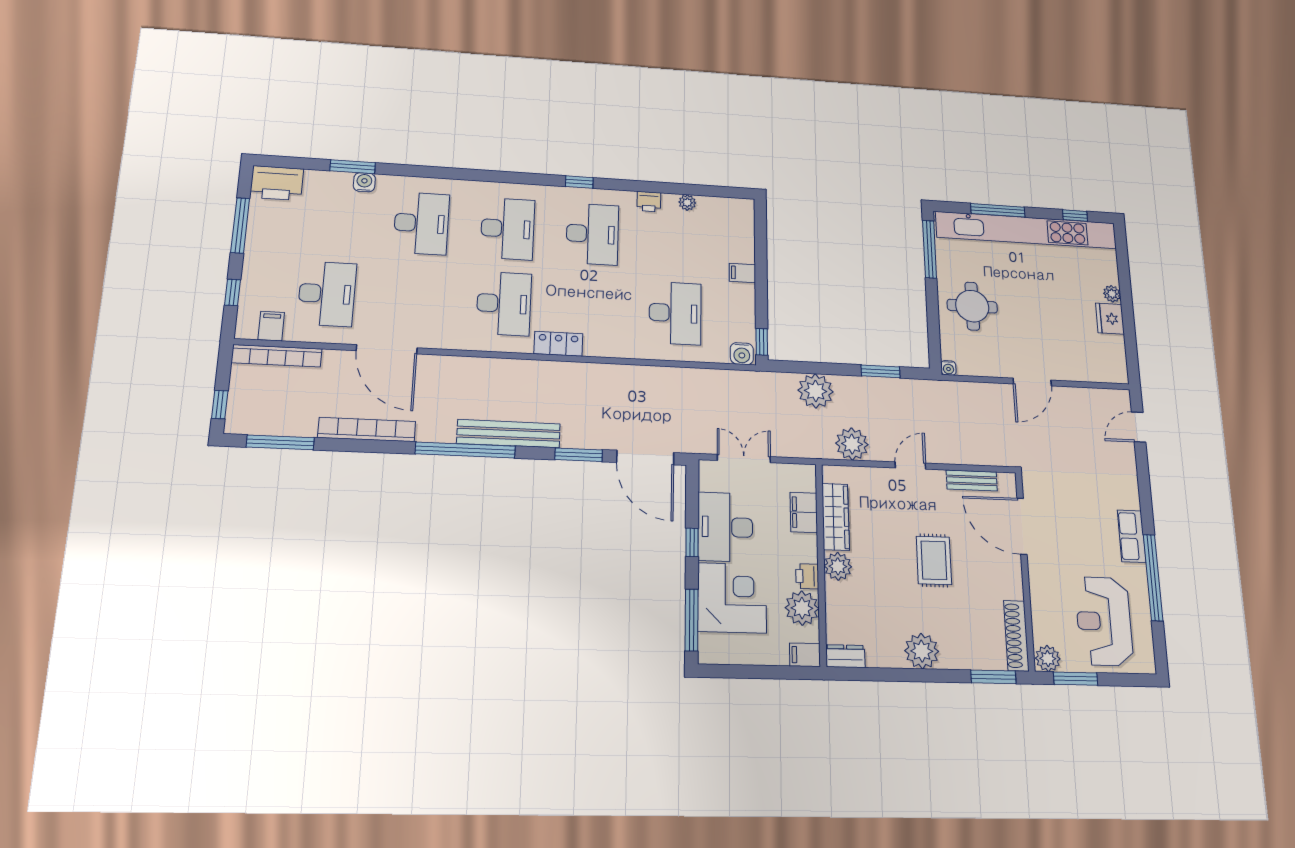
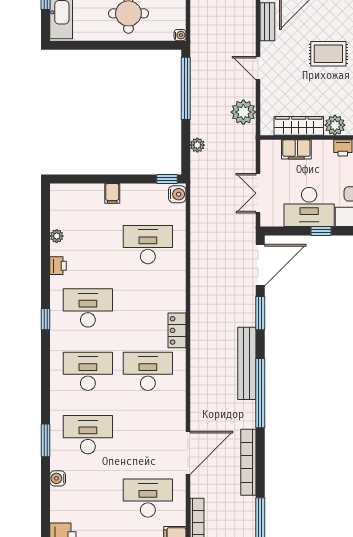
window: (353, 167) -> (46, 440), moved
window: (930, 249) -> (83, 45), removed
window: (881, 371) -> (186, 88), width x2.11
plant: (816, 391) -> (197, 145), width x0.53, depth x0.53

